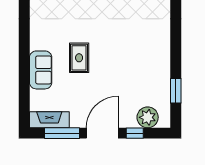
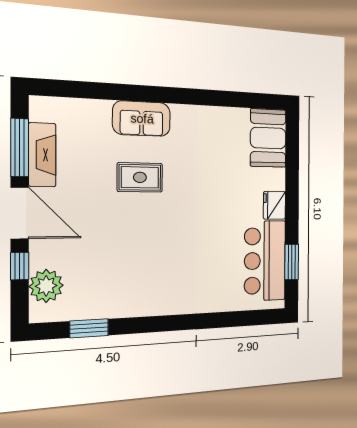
sofa: (41, 70) -> (142, 119), moved
fireplace: (49, 120) -> (42, 155), moved

